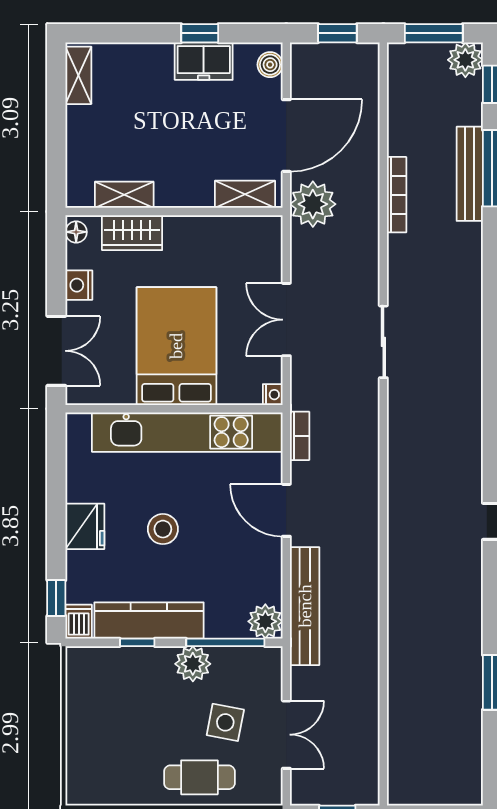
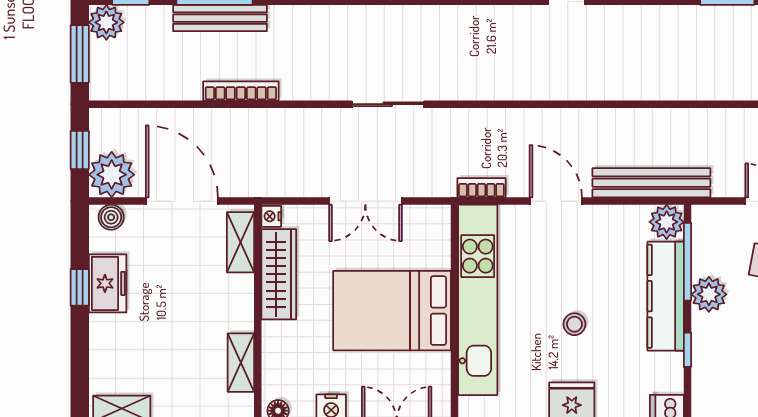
plant: (313, 204) -> (112, 175), moved
wardrobe: (132, 233) -> (279, 274), moved, width x1.50
nightstand: (273, 395) -> (271, 216), moved, turned -90
door: (286, 510) -> (556, 201), swing flipped
stool: (163, 529) -> (574, 324), width x0.73, depth x0.73
kitchen counter: (149, 621) -> (666, 296), moved

